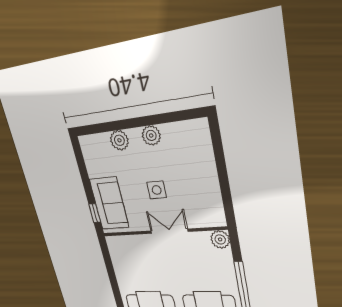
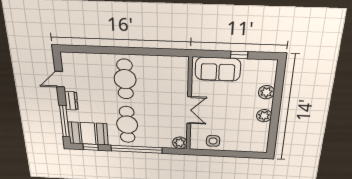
side table: (157, 190) -> (213, 141), moved
window: (95, 213) -> (239, 55), moved

